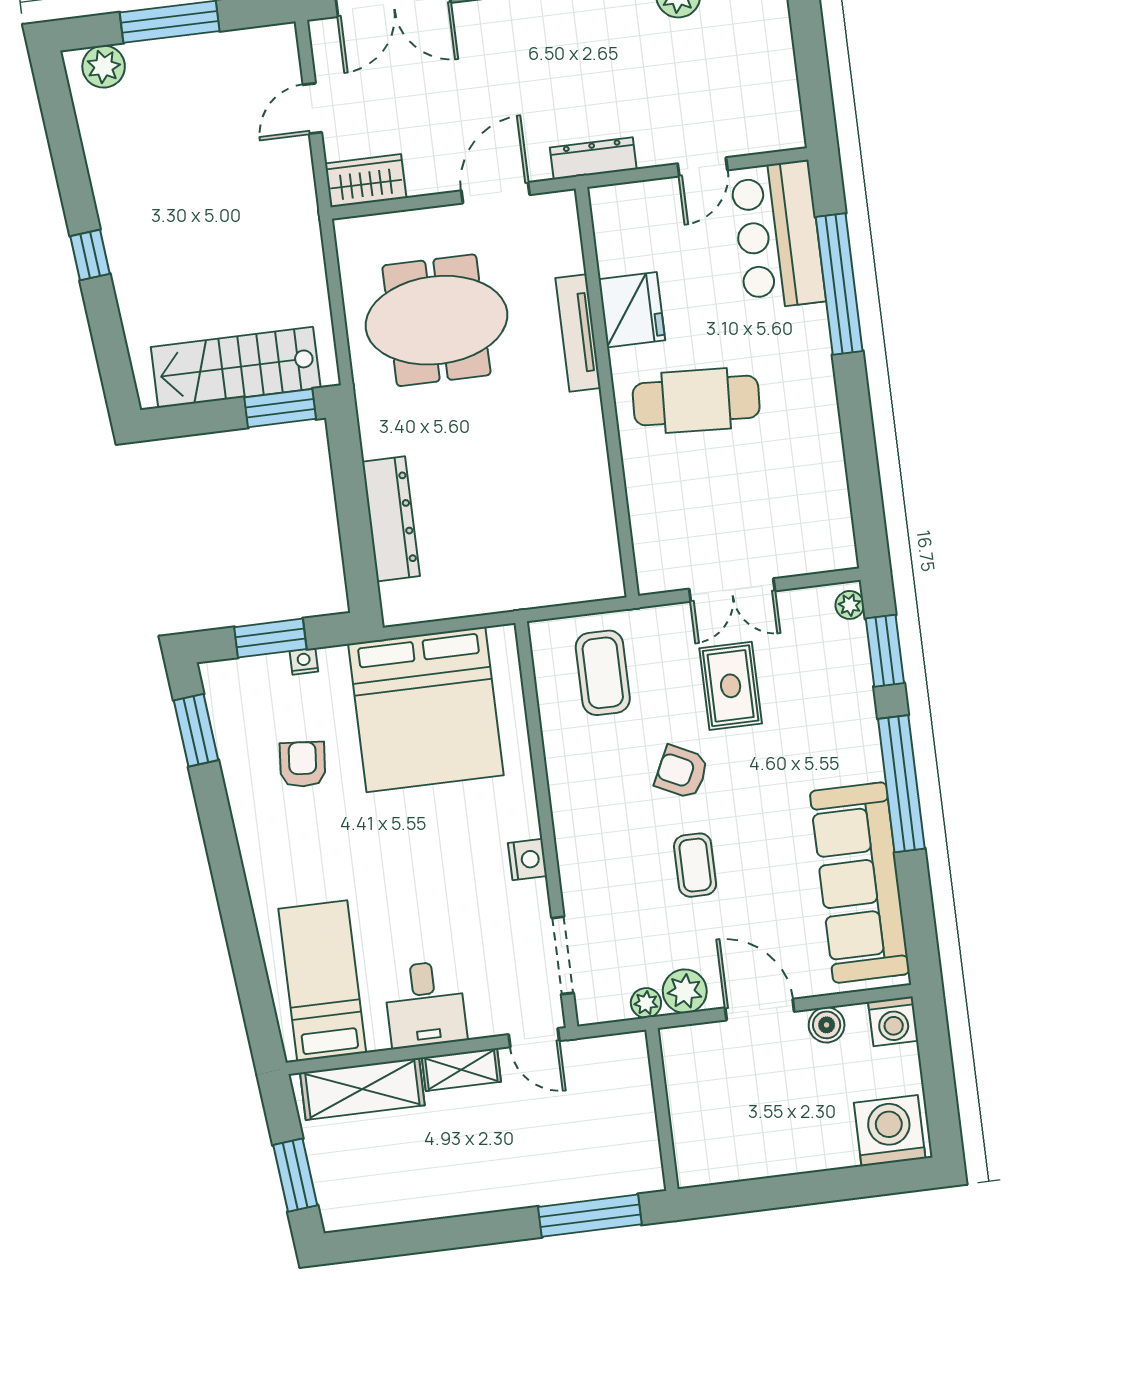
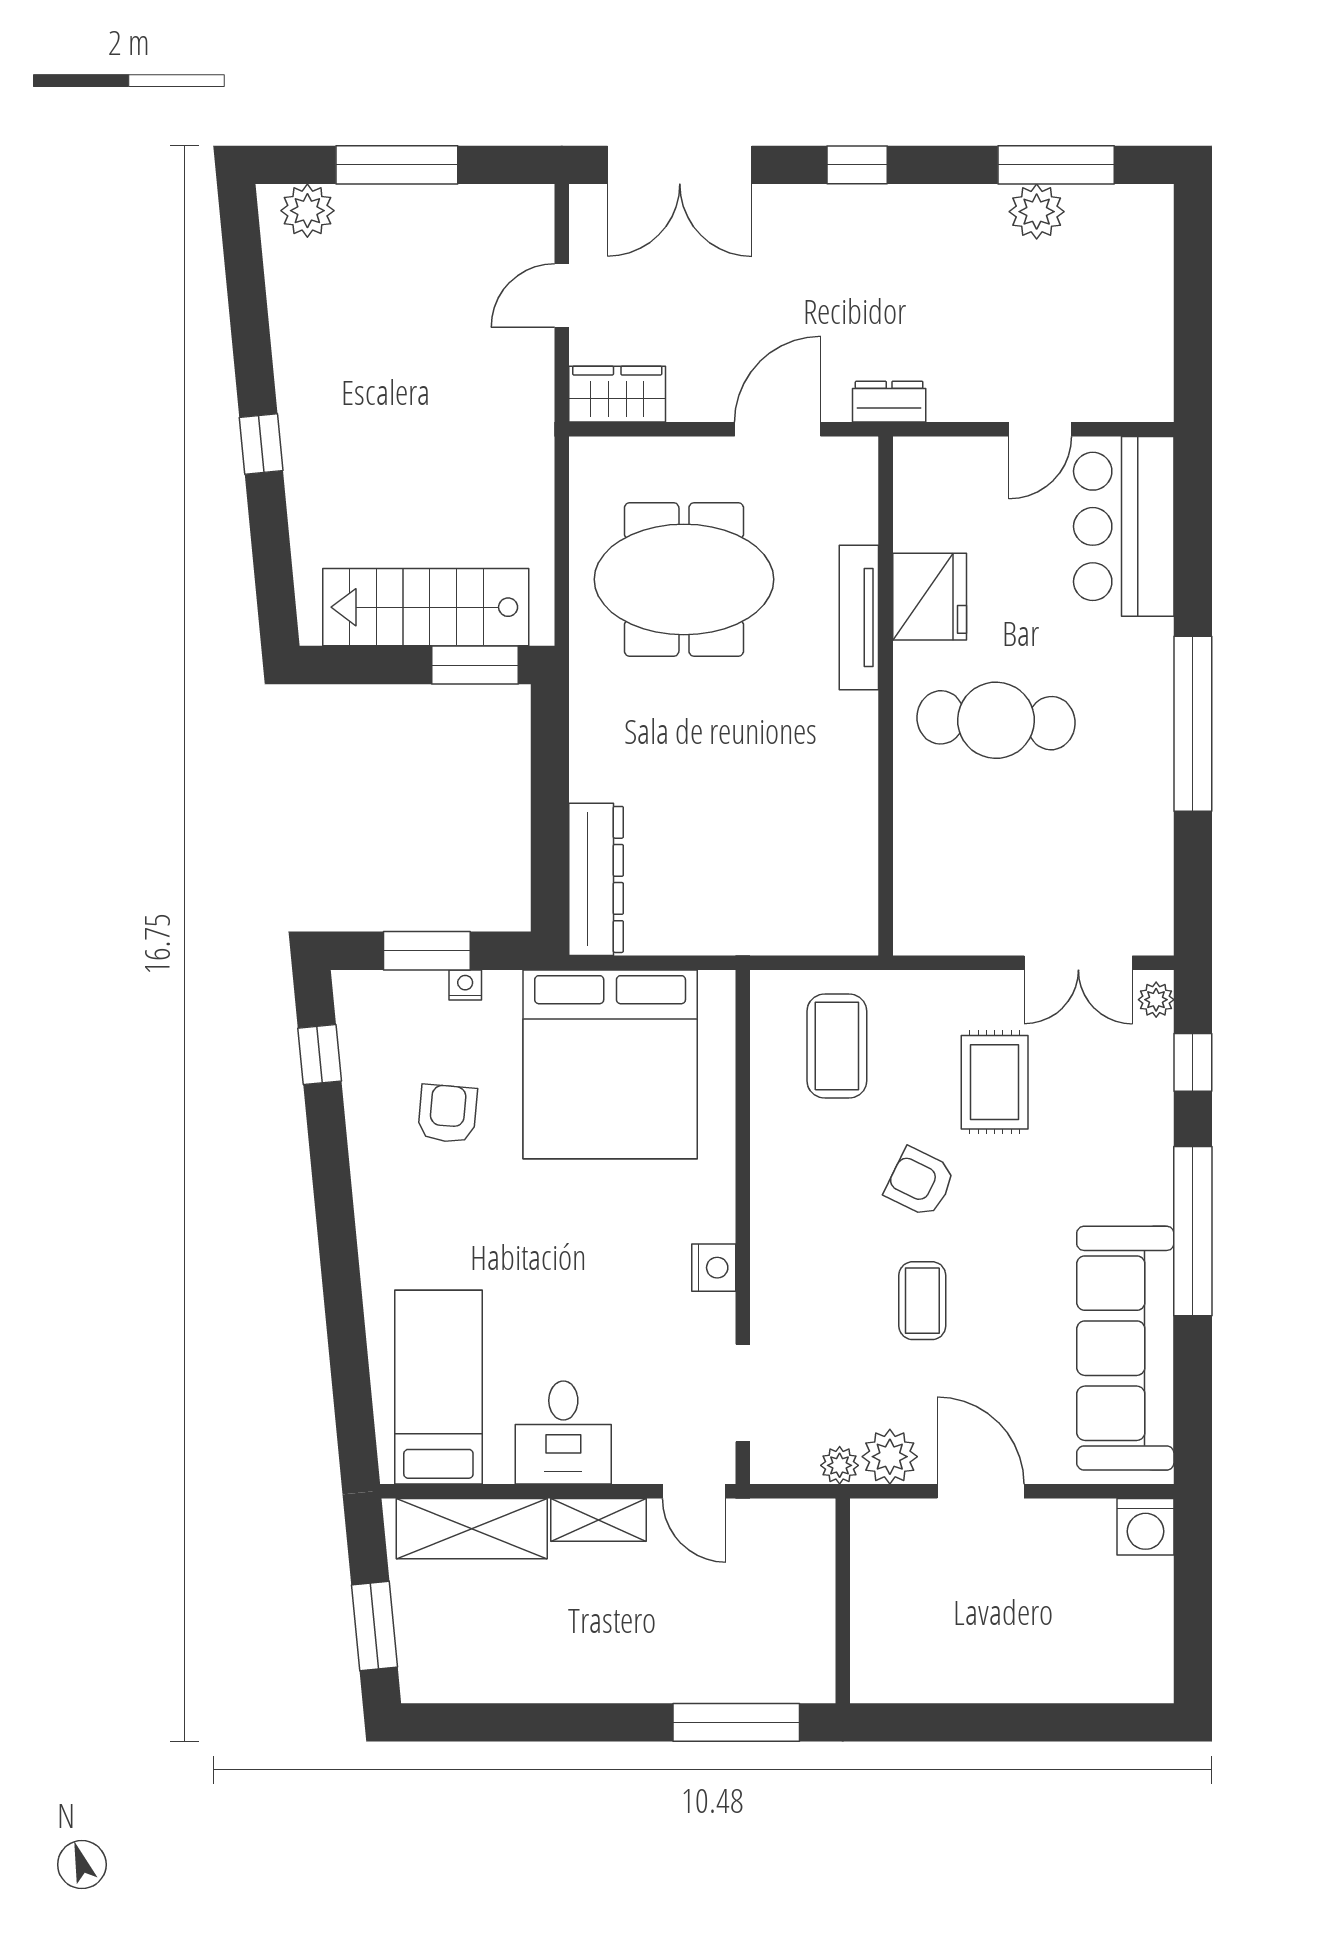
dresser: (593, 158) -> (889, 402), width x0.70
window: (839, 284) -> (1193, 724), moved
dresser: (391, 519) -> (596, 879), moved
double door: (732, 590) -> (1078, 963), moved
window: (885, 651) -> (1193, 1062), width x0.67
window: (196, 730) -> (320, 1055), width x0.67
boiler: (827, 1025) -> (1062, 1521), removed
washing machine: (890, 1131) -> (1124, 1663), removed

